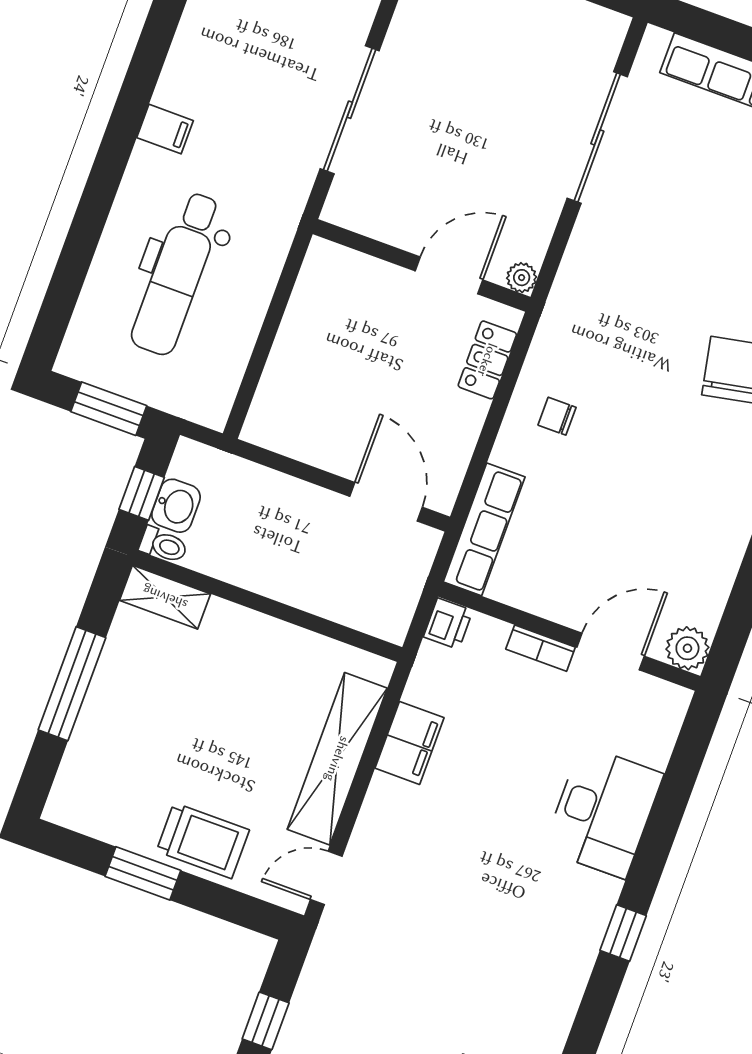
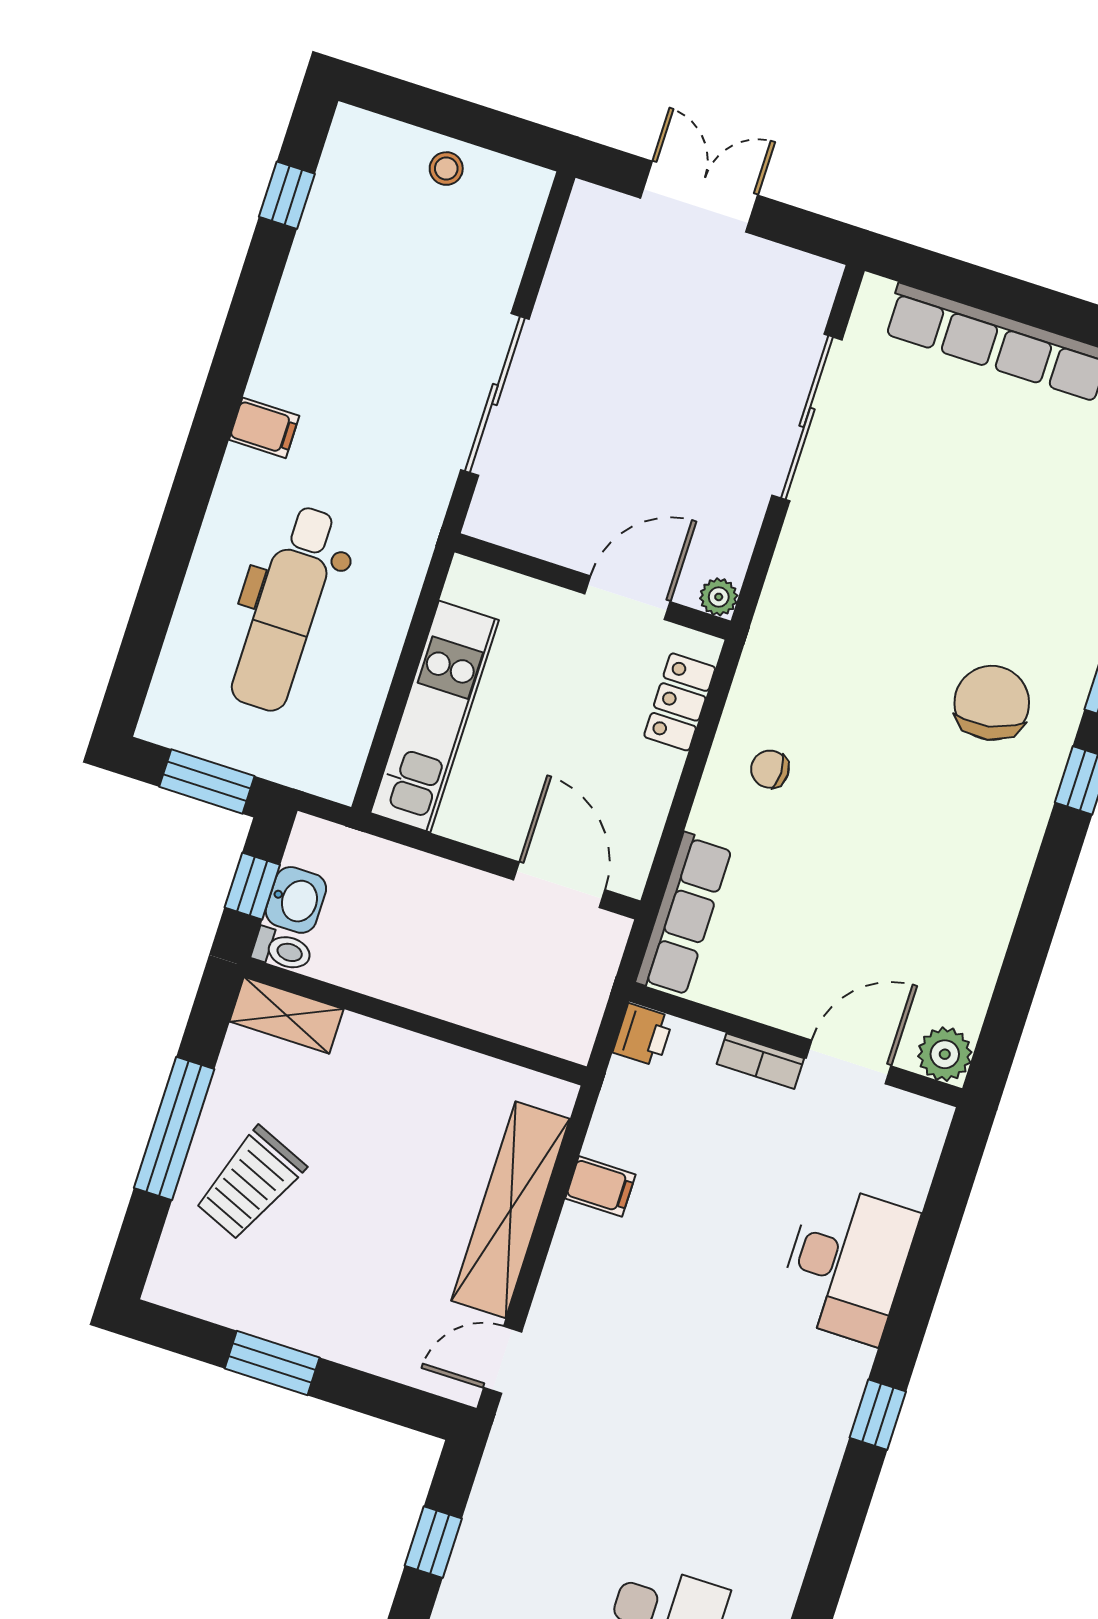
kitchen unit: (292, 364) -> (434, 716), added
filing cabinet: (409, 743) -> (600, 1186), width x0.50
trolley: (203, 841) -> (250, 1184), moved, turned 113

